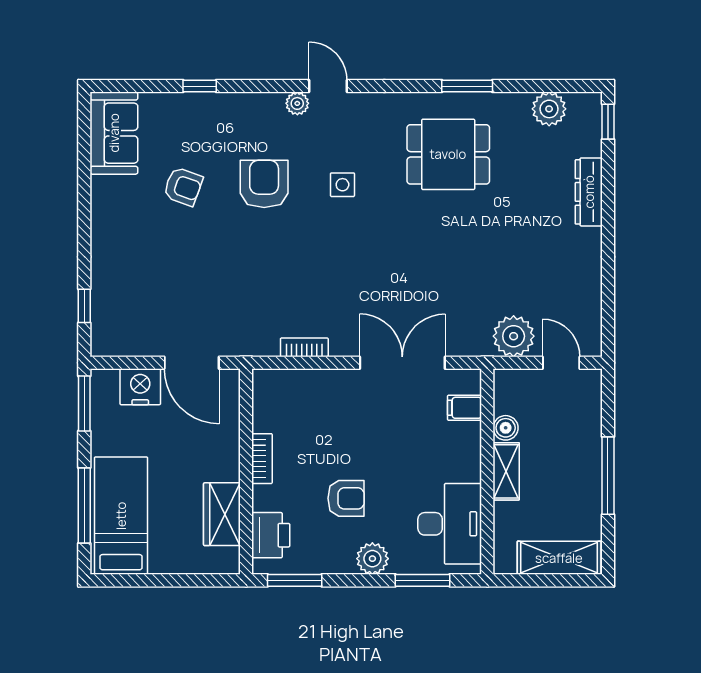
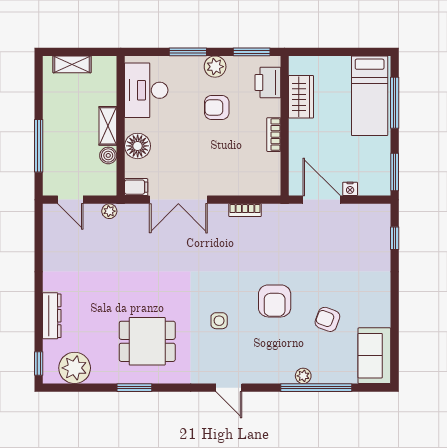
window: (200, 86) -> (316, 388), width x3.17
plant: (297, 103) -> (303, 376), moved
plant: (549, 109) -> (75, 368), width x1.36, depth x1.36
armchair: (264, 184) -> (275, 301), moved
plant: (514, 336) -> (109, 211), width x0.53, depth x0.53
nightstand: (140, 387) -> (350, 189), width x0.53, depth x0.56
filing cabinet: (465, 408) -> (136, 187), moved
floor lamp: (463, 442) -> (138, 146), added
window: (608, 476) -> (39, 146), moved
shelving: (559, 558) -> (72, 64), width x0.67, depth x0.75
plant: (372, 559) -> (215, 67), moved
window: (423, 580) -> (188, 52), moved

